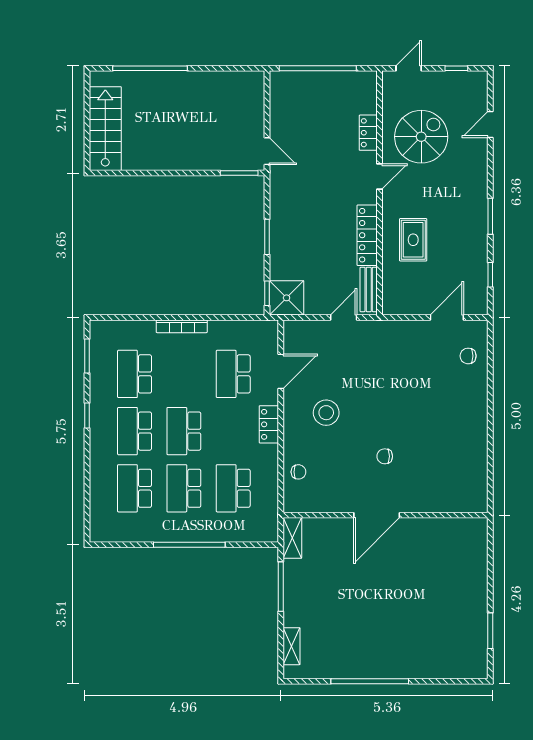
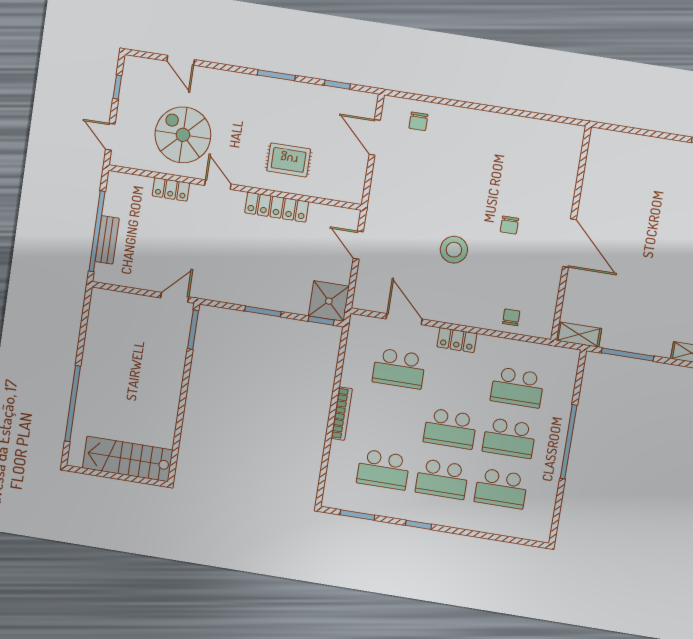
bench: (369, 289) -> (107, 240), moved, turned 90
stool: (326, 413) -> (454, 250), moved

